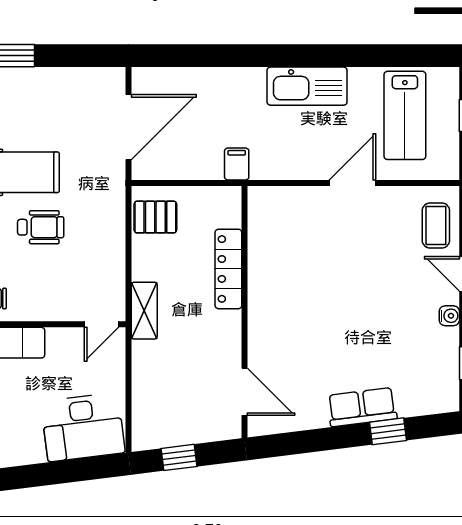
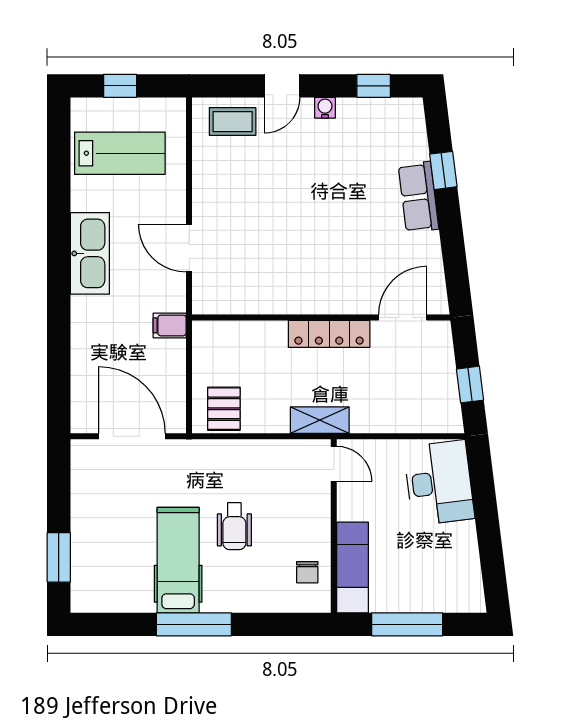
door: (352, 183) -> (189, 248), moved
wheelchair: (41, 227) -> (234, 526), turned 180
locker: (228, 269) -> (329, 334), moved

